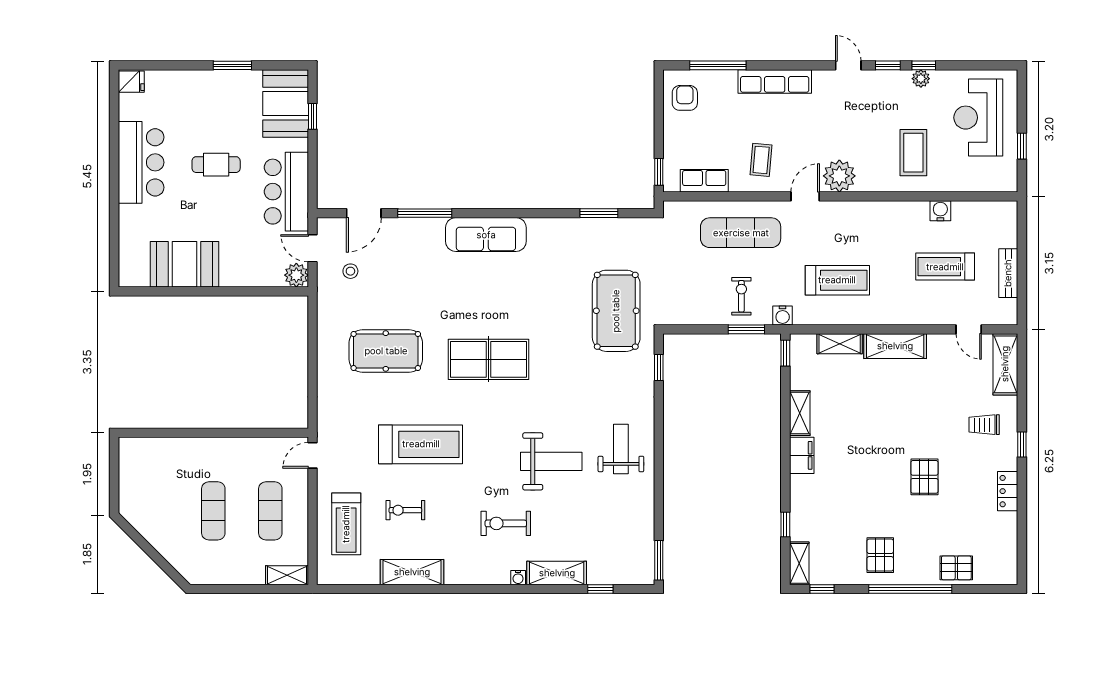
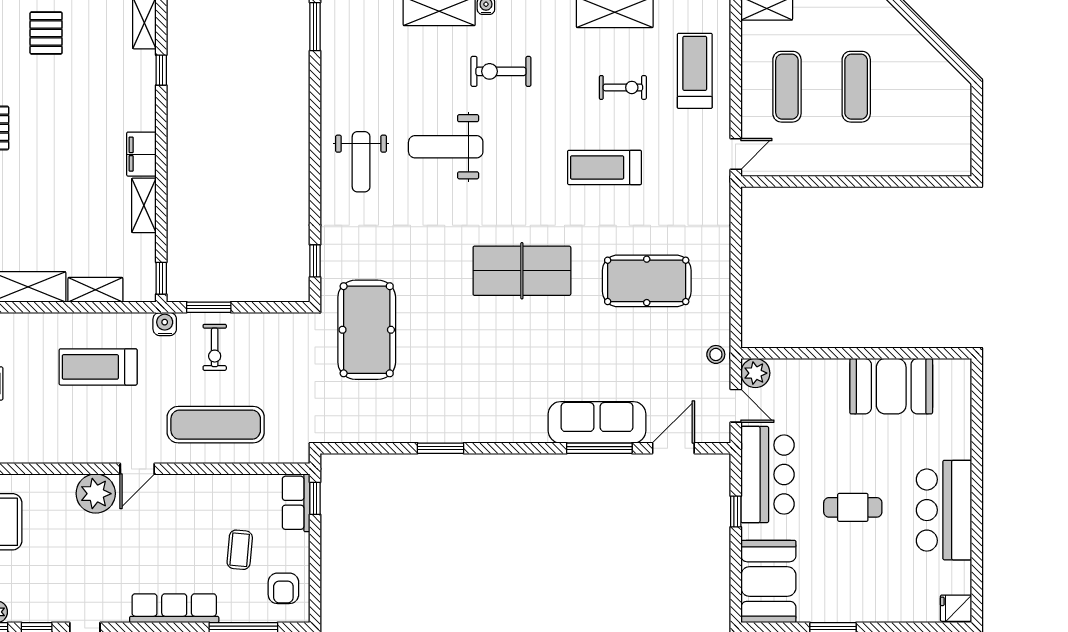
window: (313, 116) -> (736, 511), moved
coffee table: (761, 160) -> (240, 550), moved
row of seats: (704, 181) -> (296, 503), moved, turned 90
window: (599, 213) -> (440, 448), moved
sofa: (486, 235) -> (597, 422), moved
stool: (350, 271) -> (716, 354), moved
treadmill: (421, 444) -> (604, 167), width x0.73, depth x0.73
exercise bike: (506, 523) -> (501, 71), turned 180

